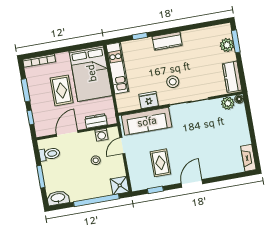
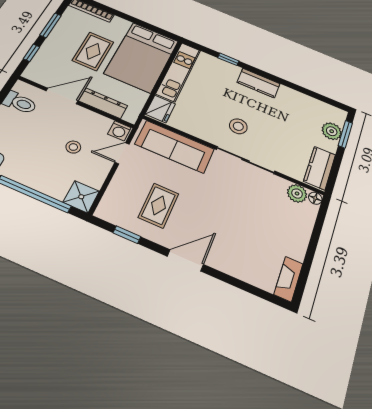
fridge: (149, 100) -> (160, 109), moved, turned 90
dresser: (96, 121) -> (103, 103), width x1.44
washing machine: (101, 135) -> (119, 131), moved

